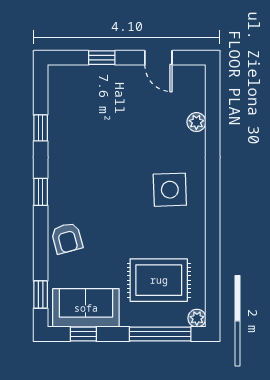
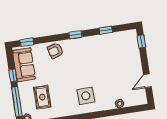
window: (102, 58) -> (141, 41), moved
rug: (159, 280) -> (42, 97), width x0.73, depth x0.70
window: (83, 334) -> (13, 76), moved

